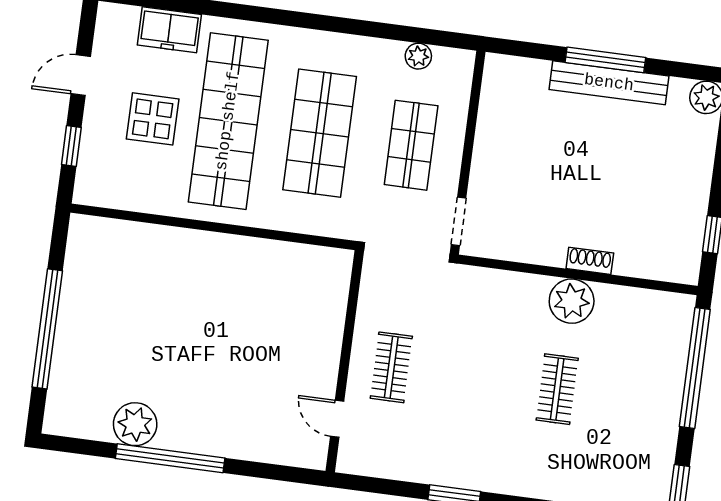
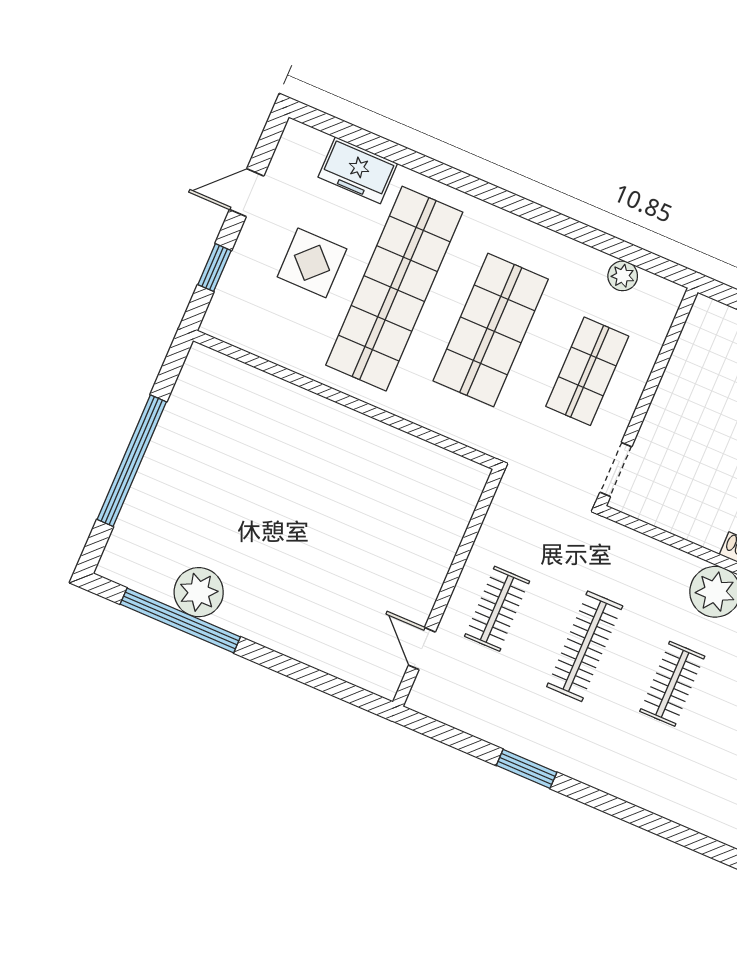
clothes rail: (474, 378) -> (585, 646), added
window: (170, 458) -> (180, 620), moved

